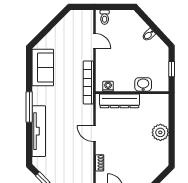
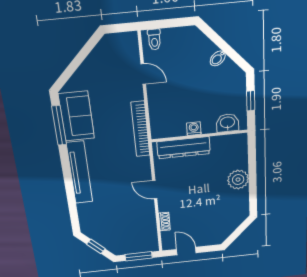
washbasin: (143, 84) -> (227, 123), moved
washing machine: (108, 86) -> (194, 129), moved
window: (29, 107) -> (59, 125), moved
tv unit: (39, 131) -> (80, 172), moved

